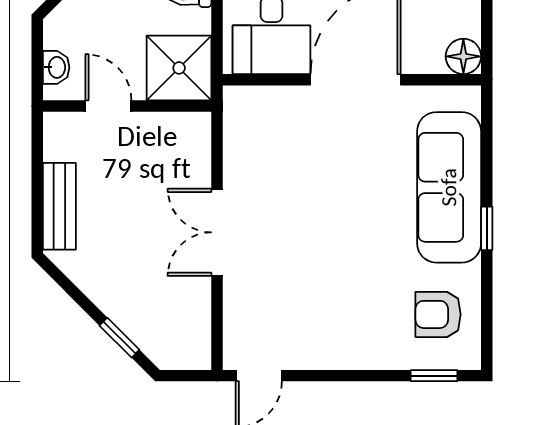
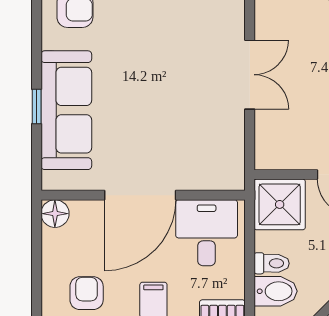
window: (487, 228) -> (37, 106), moved

